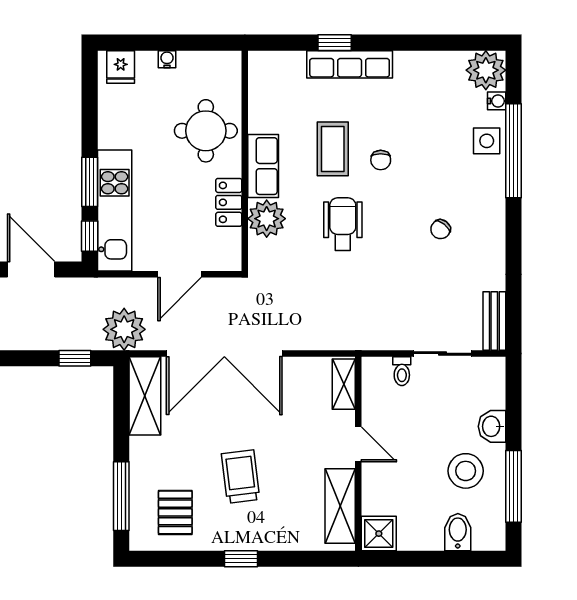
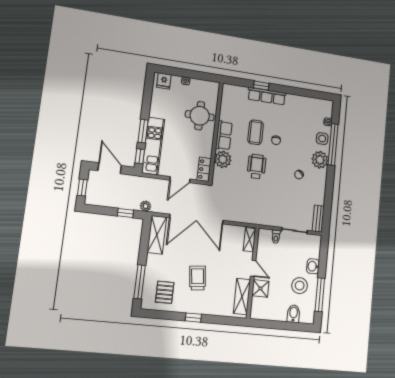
plant: (486, 70) -> (320, 160), moved
locker: (229, 202) -> (204, 169), moved
plant: (124, 329) -> (146, 206), width x0.53, depth x0.53
shower: (379, 534) -> (260, 288), moved

